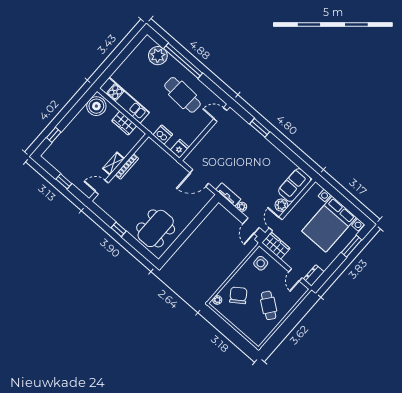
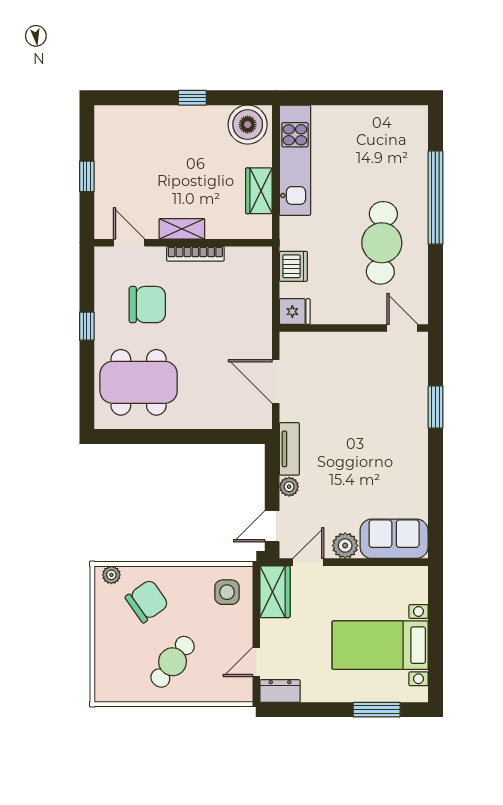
plant: (158, 56) -> (409, 151), removed
window: (54, 135) -> (192, 98), moved
chair: (130, 200) -> (147, 305), added
bed with nightstands: (329, 224) -> (380, 645), width x0.73

